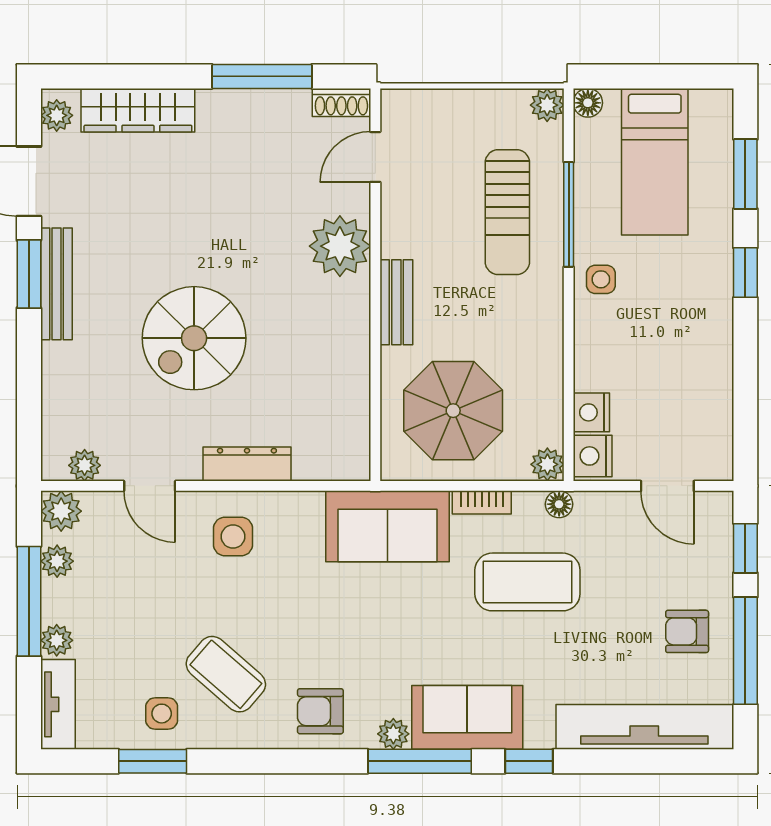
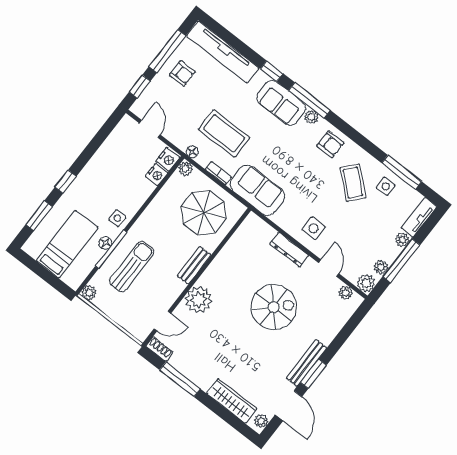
floor lamp: (588, 103) -> (105, 243), moved
window: (153, 761) -> (402, 172), width x1.44

